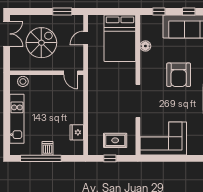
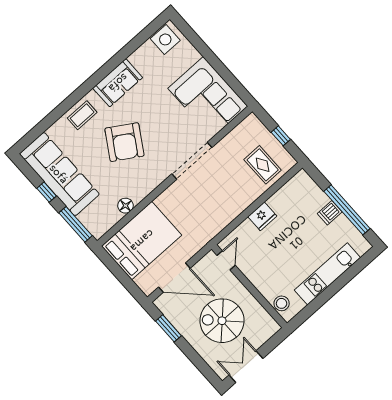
window: (159, 12) -> (75, 224), width x2.17
door: (86, 38) -> (174, 278), width x1.87
armchair: (179, 75) -> (124, 142), turned 122
fridge: (77, 132) -> (262, 216), moved
rug: (115, 140) -> (263, 165), moved

